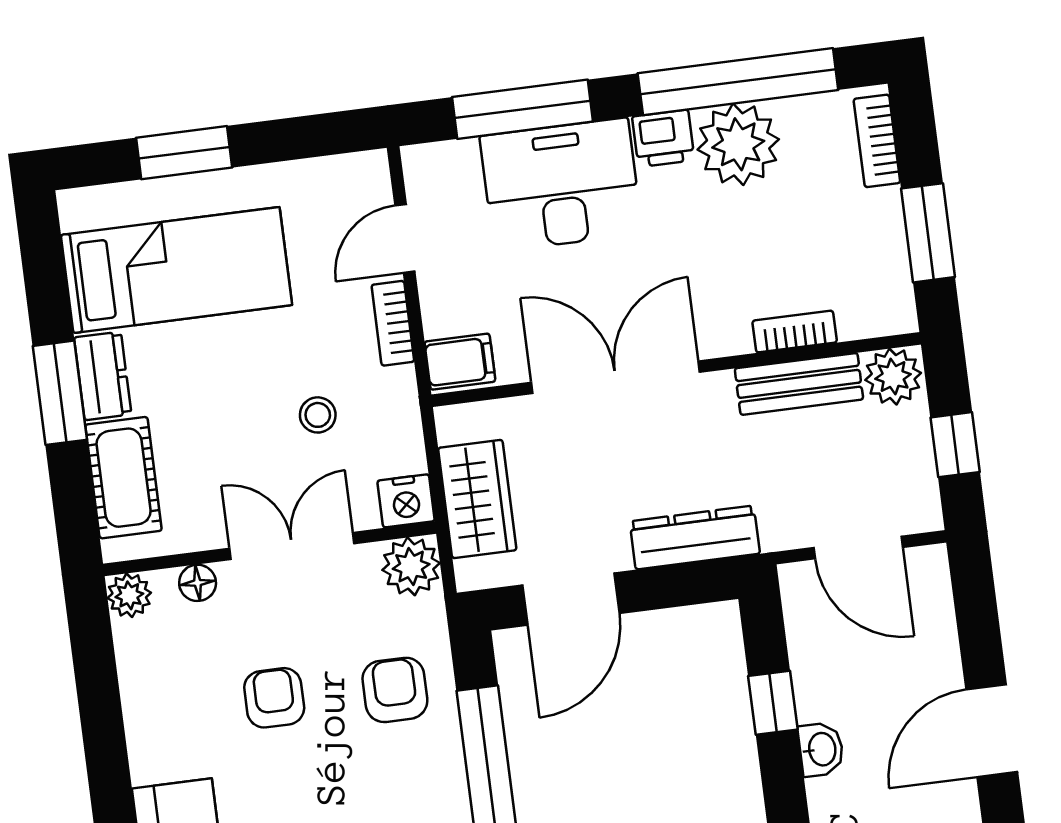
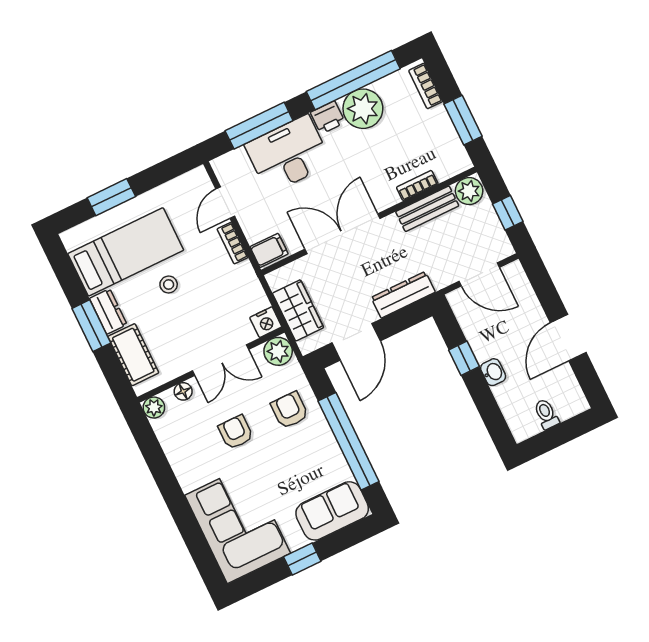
stool: (318, 415) -> (169, 285), moved
double door: (292, 546) -> (221, 360), swing flipped

